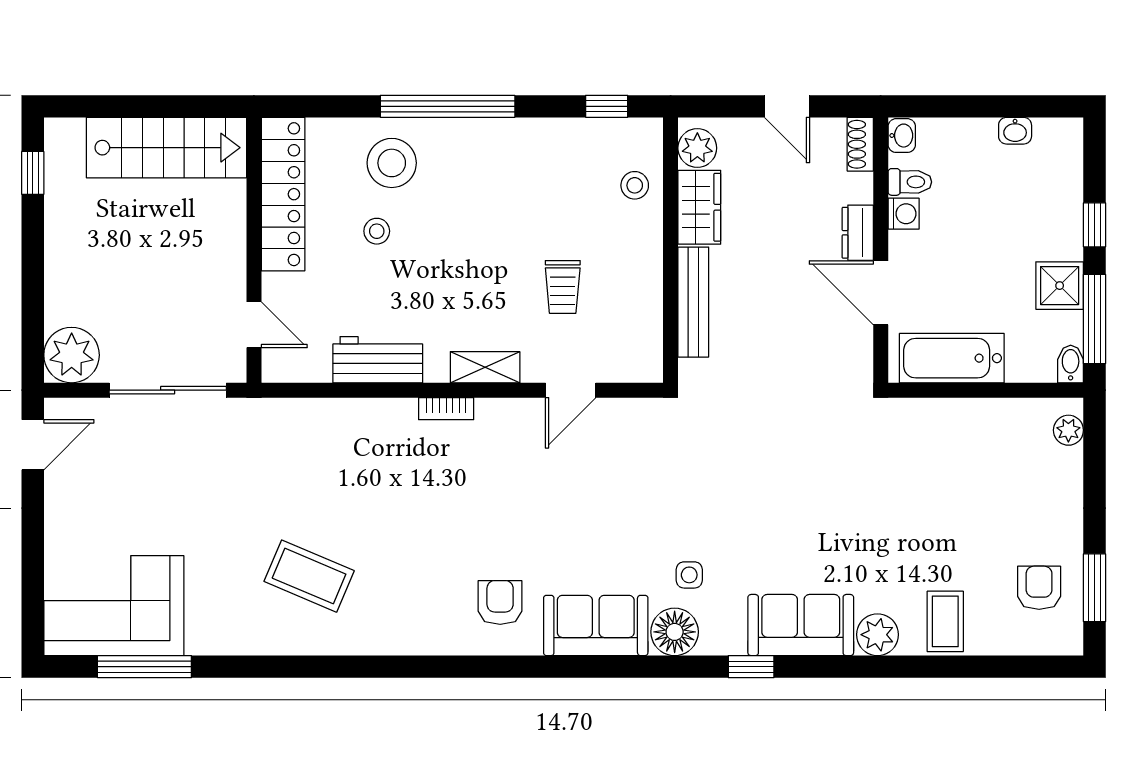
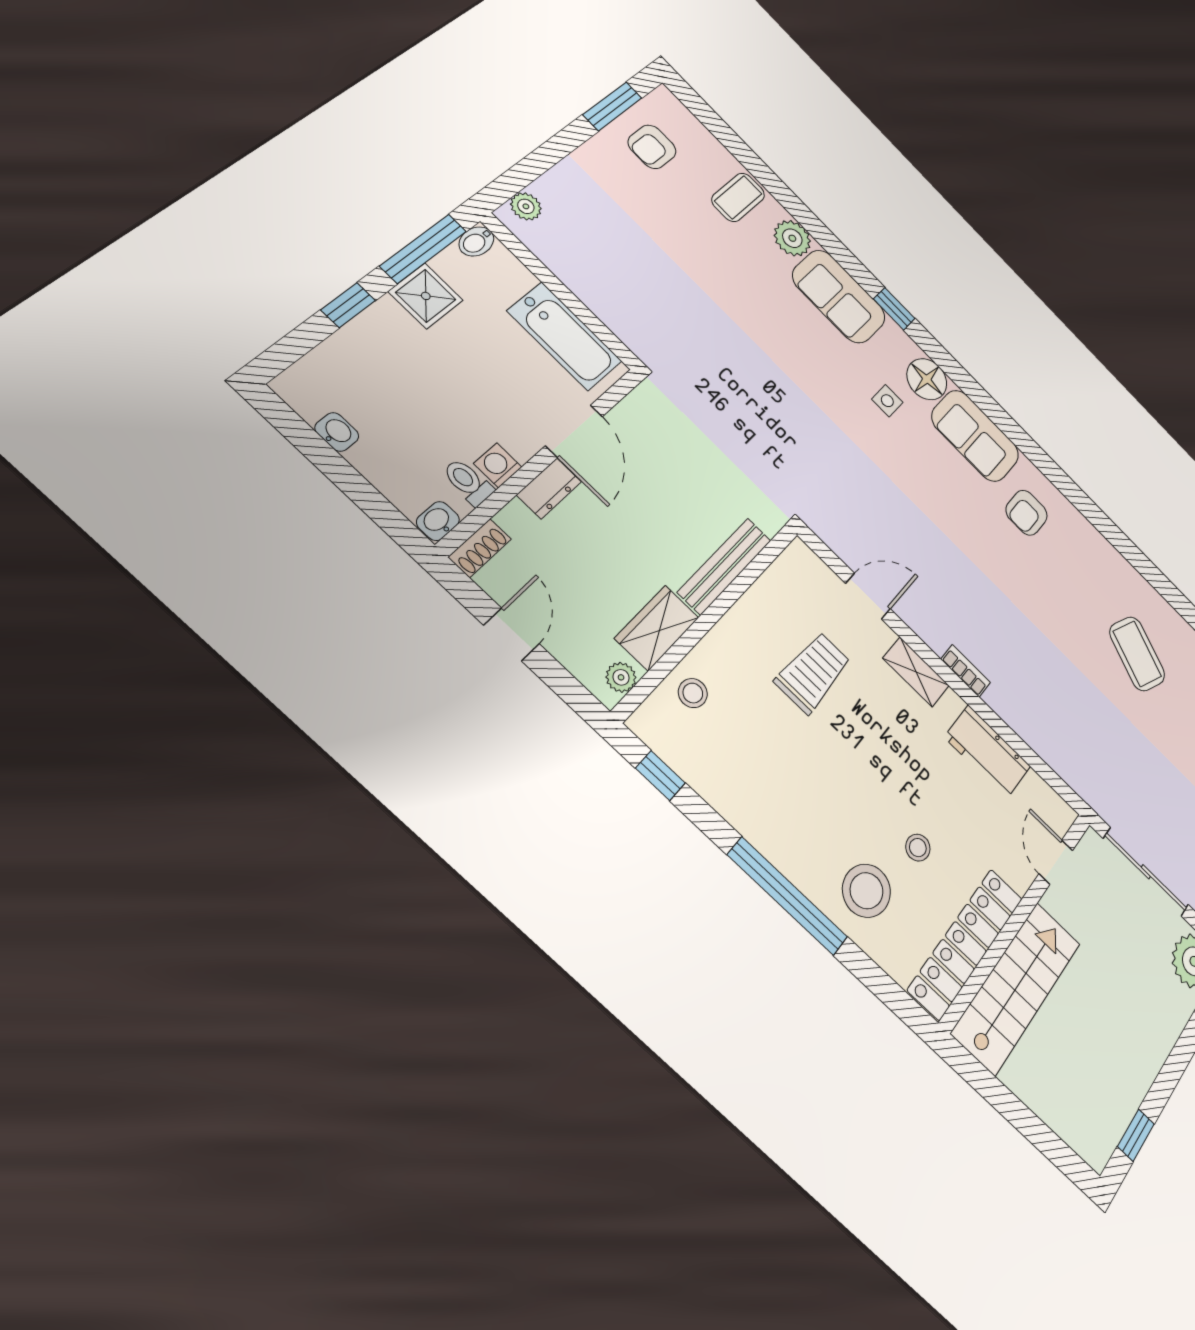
stairs: (166, 148) -> (1017, 988), moved, turned 90
plant: (697, 148) -> (621, 677), width x0.73, depth x0.73
trolley: (563, 287) -> (813, 672), width x1.36, depth x1.39

